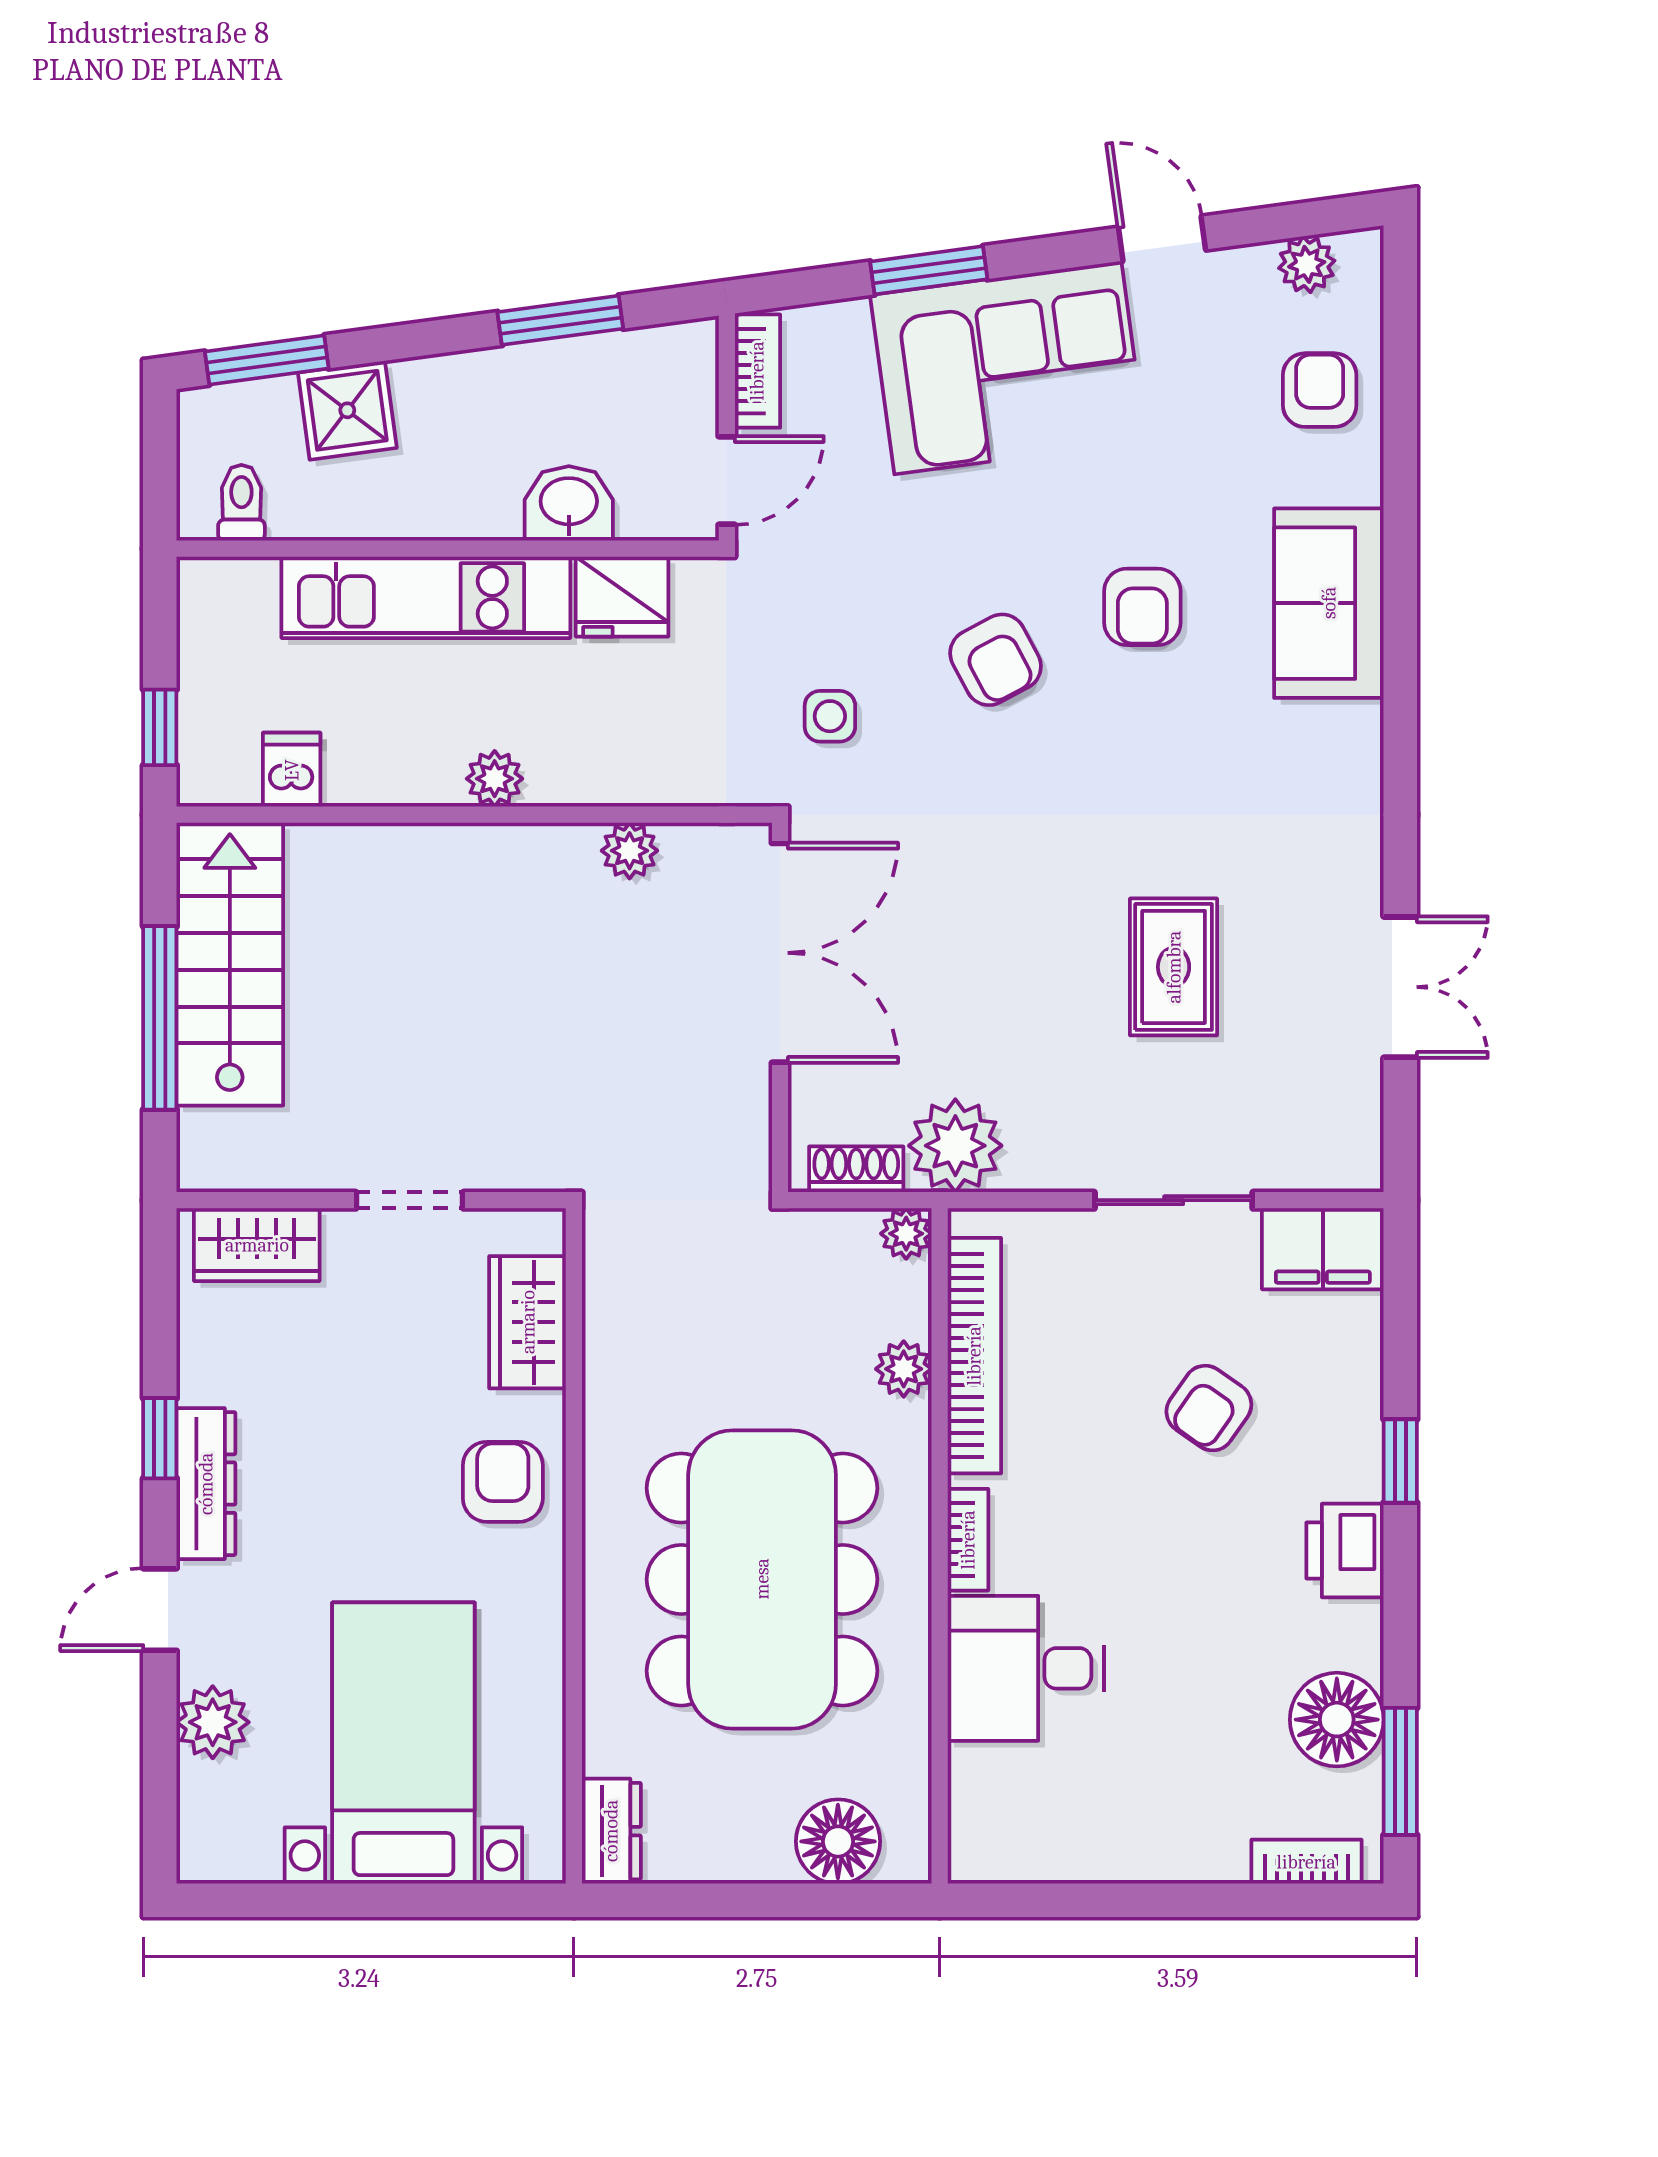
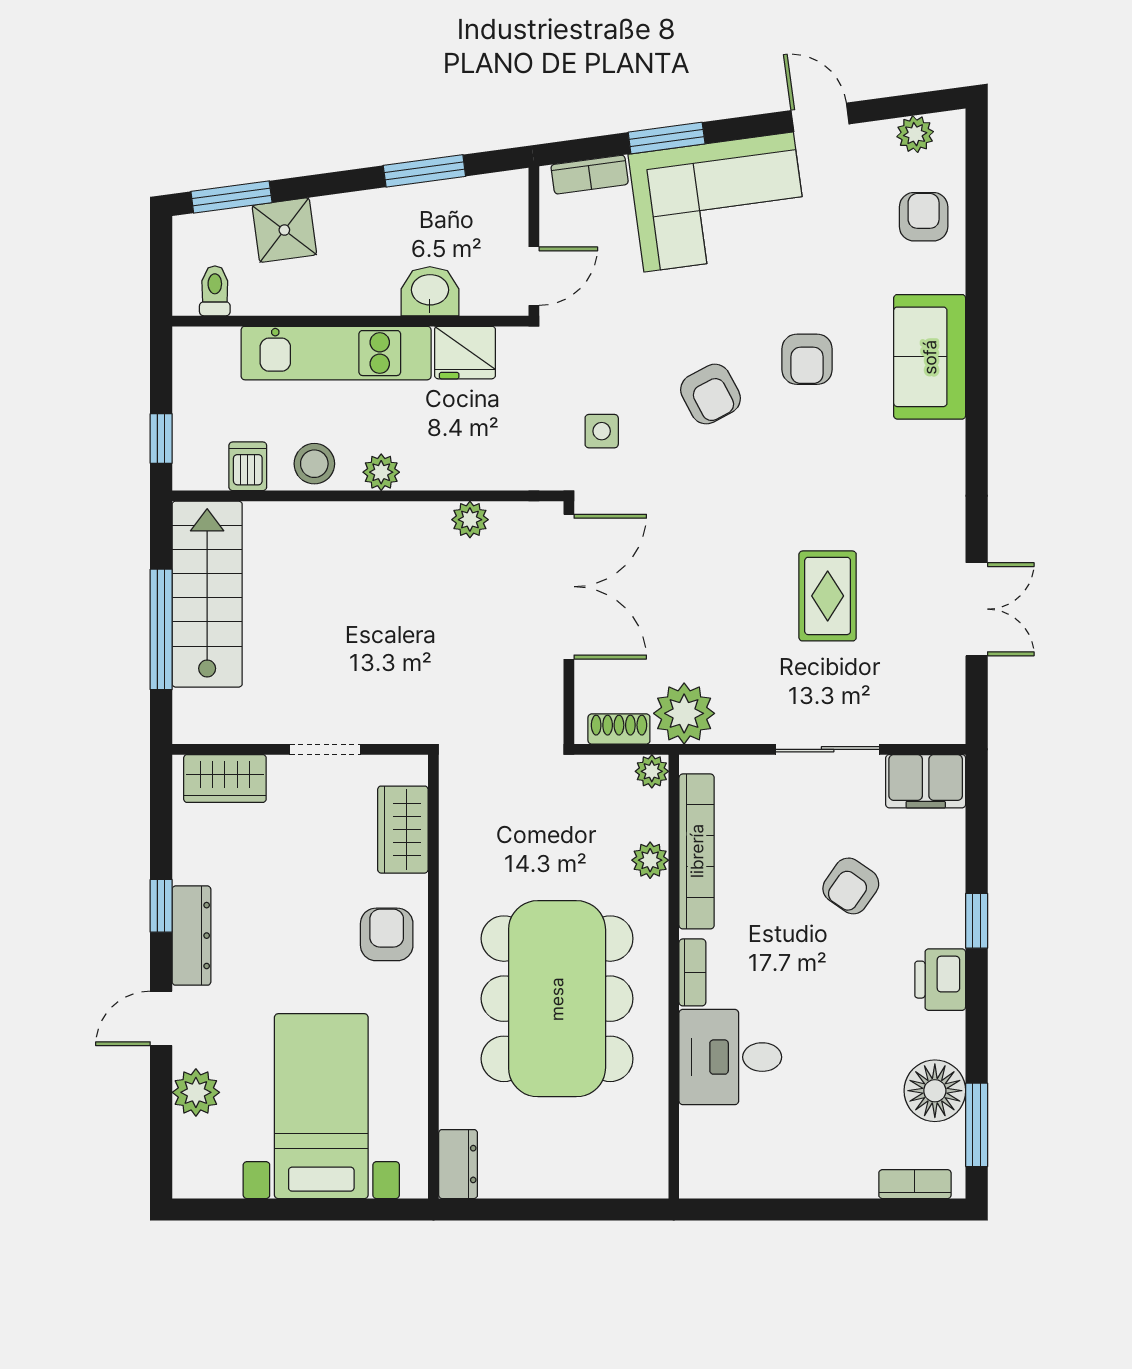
bookcase: (757, 371) -> (590, 175), moved, turned 82
stool: (393, 766) -> (314, 464), added
floor lamp: (838, 1841) -> (607, 1171), removed

